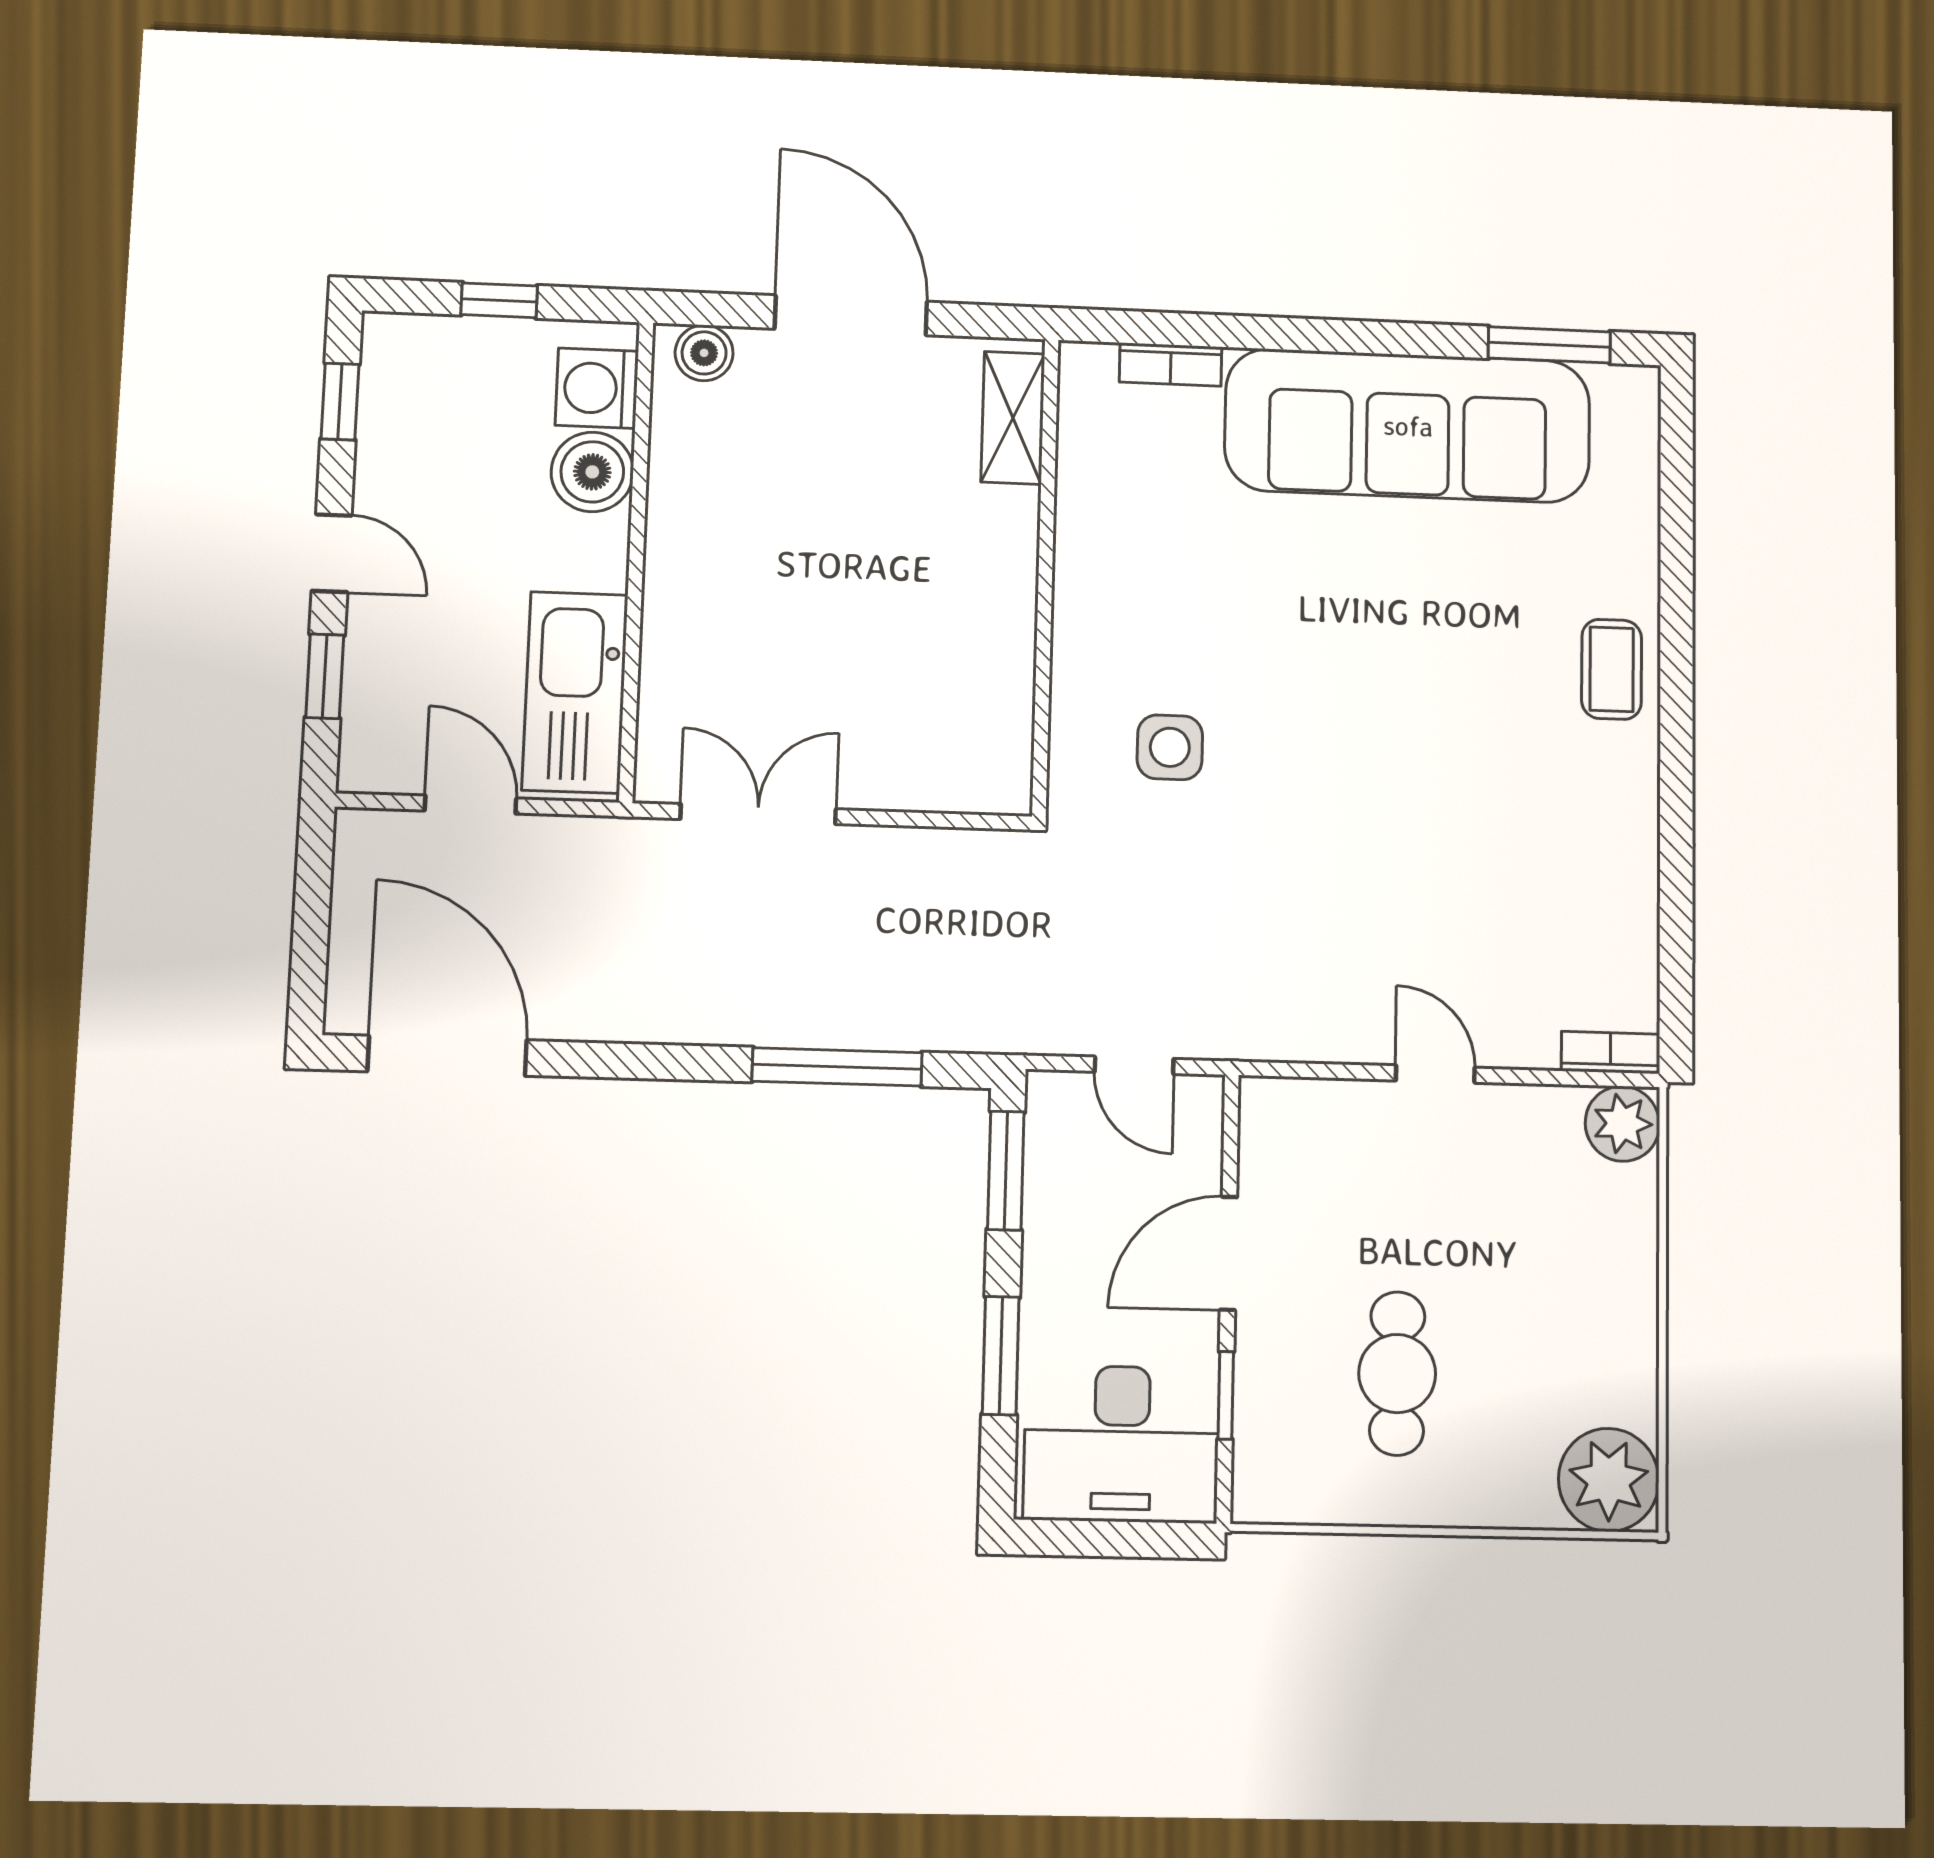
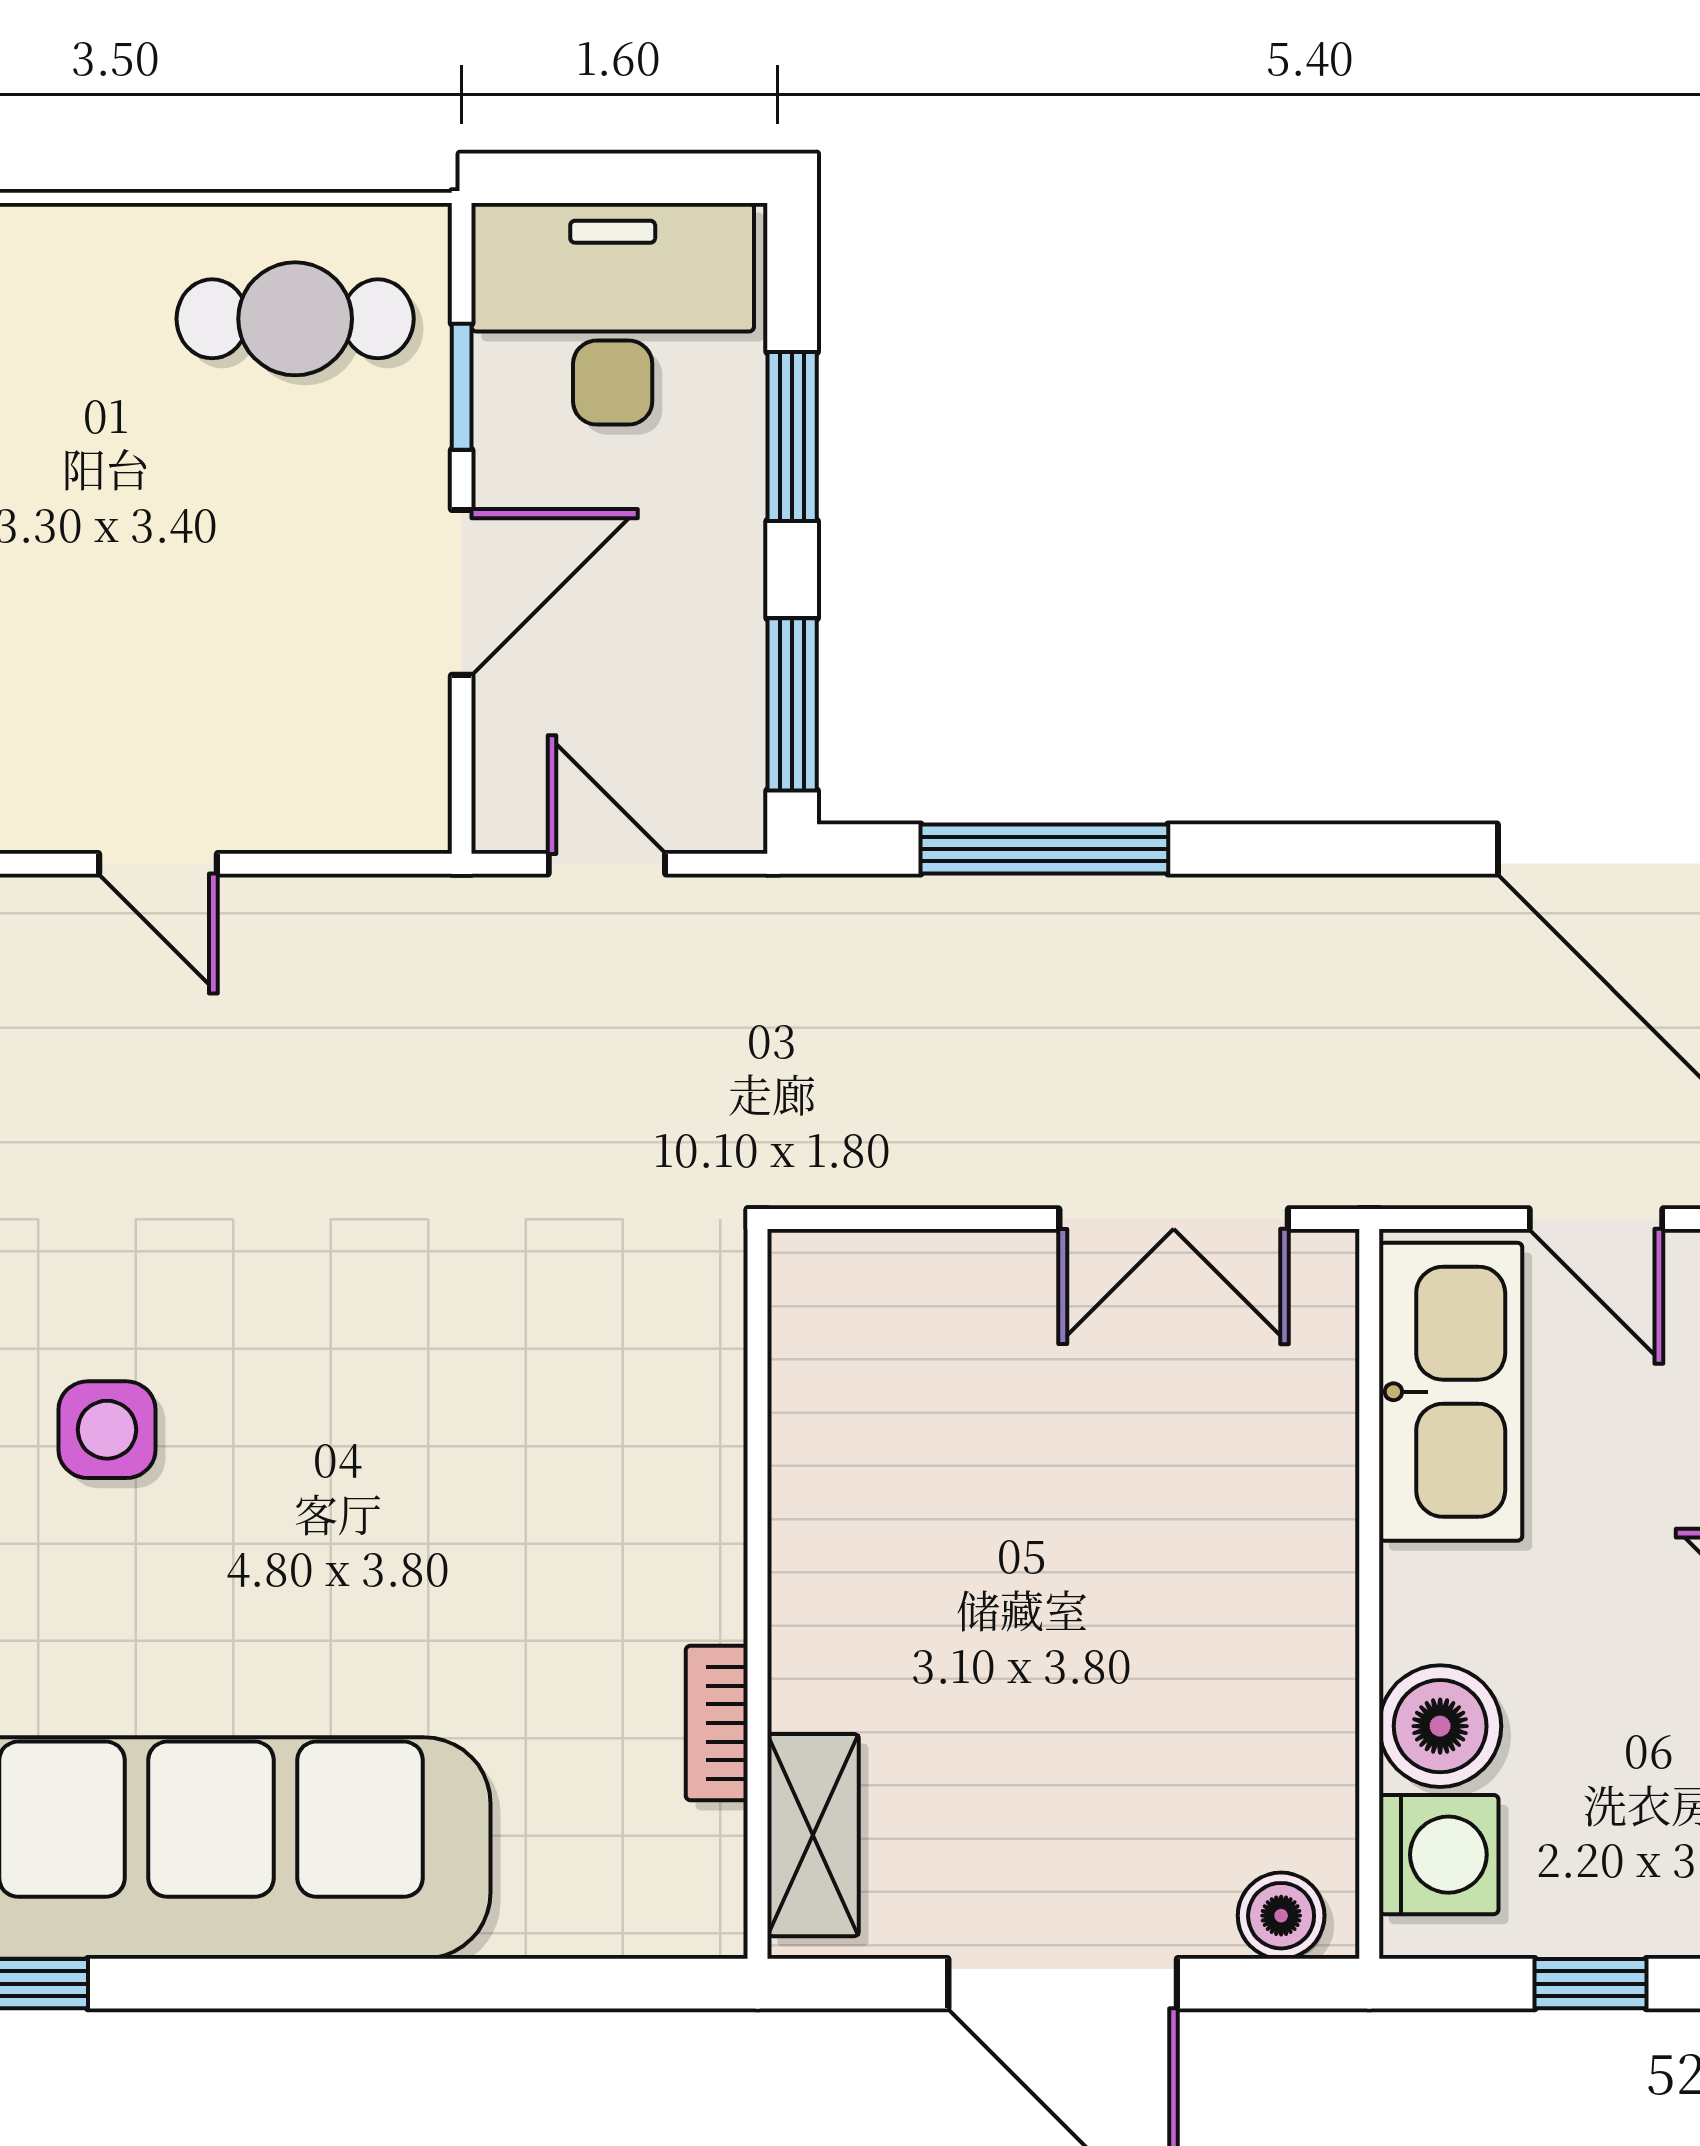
bookcase: (1171, 364) -> (717, 1723), moved, turned -90
side table: (1170, 747) -> (107, 1430), moved
cafe table: (1397, 1374) -> (295, 319), moved, turned 90

